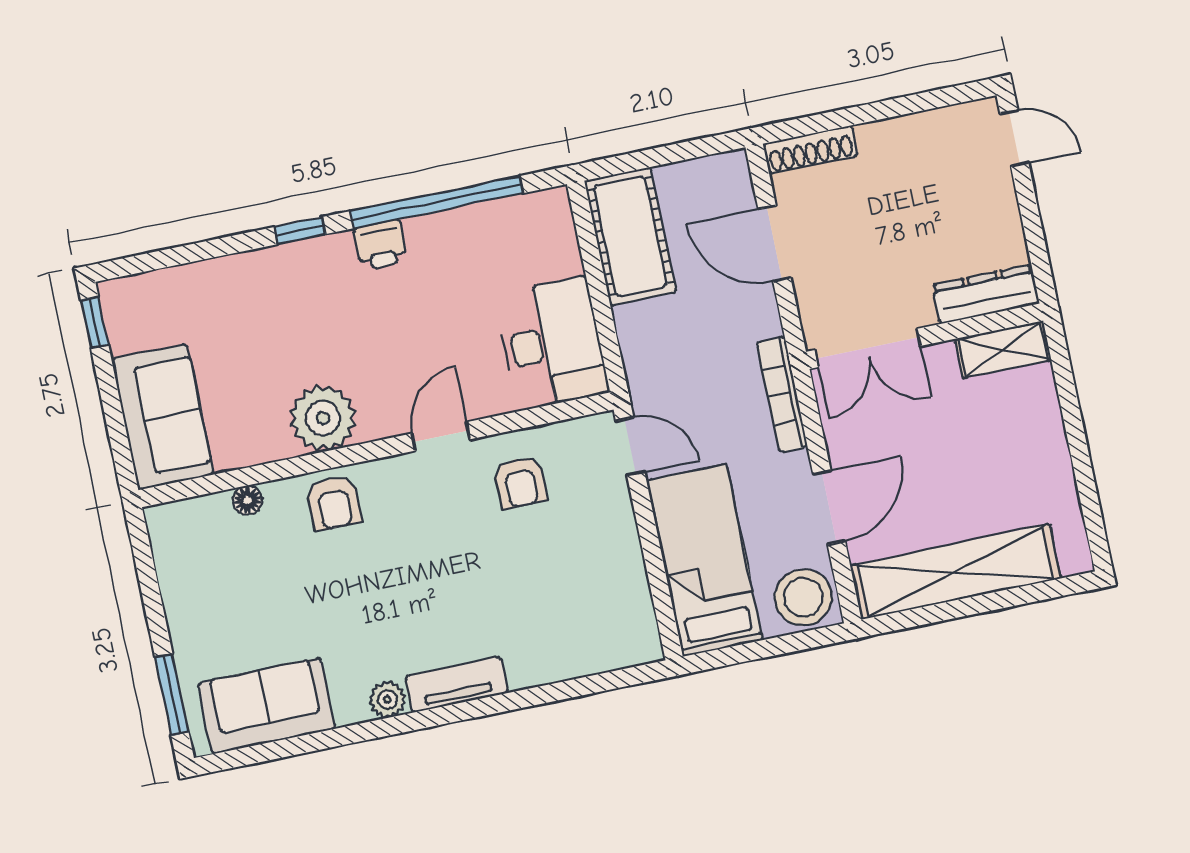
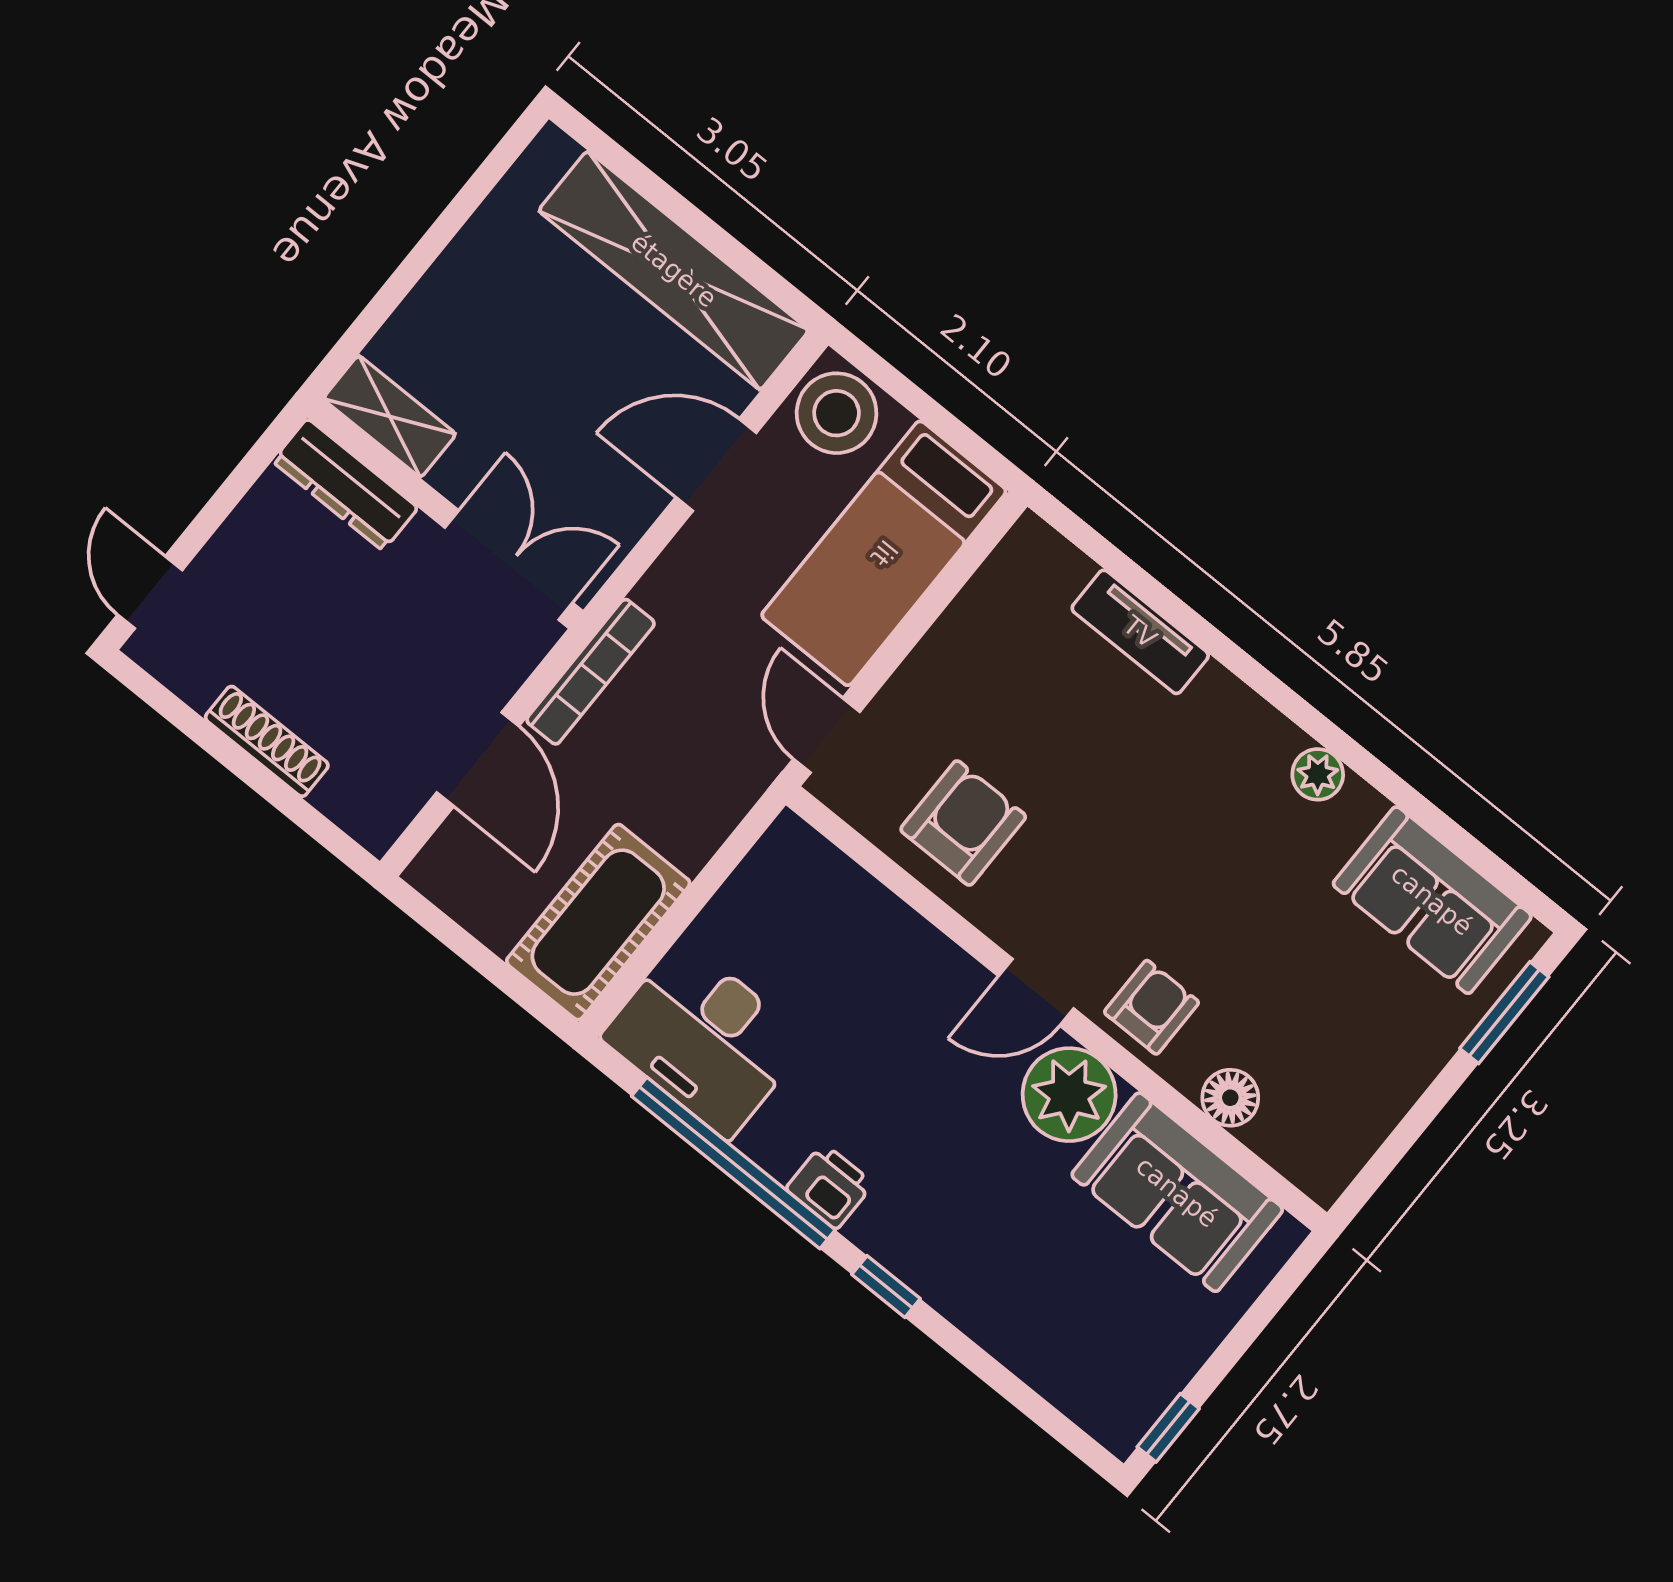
shoe rack: (810, 150) -> (267, 741), moved
desk: (552, 343) -> (705, 1039), moved, turned -90
bookcase: (782, 394) -> (590, 672), moved
sofa: (163, 417) -> (1177, 1192), moved, turned -90
door: (441, 436) -> (1036, 992), moved
armchair: (520, 482) -> (963, 823), width x1.38, depth x1.38
floor lamp: (247, 500) -> (1230, 1098), width x1.37, depth x1.37
tv unit: (456, 684) -> (1140, 632), moved

